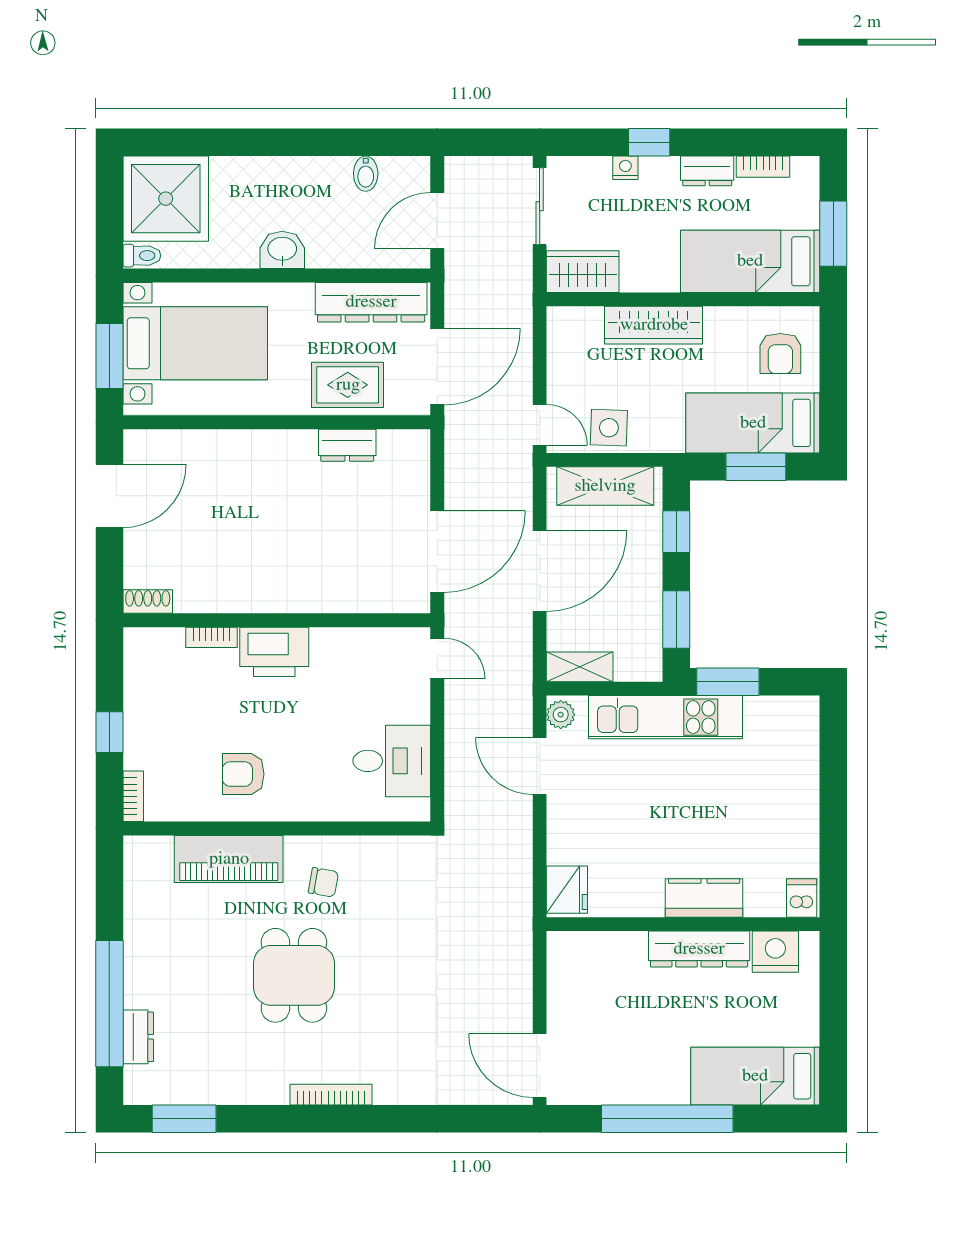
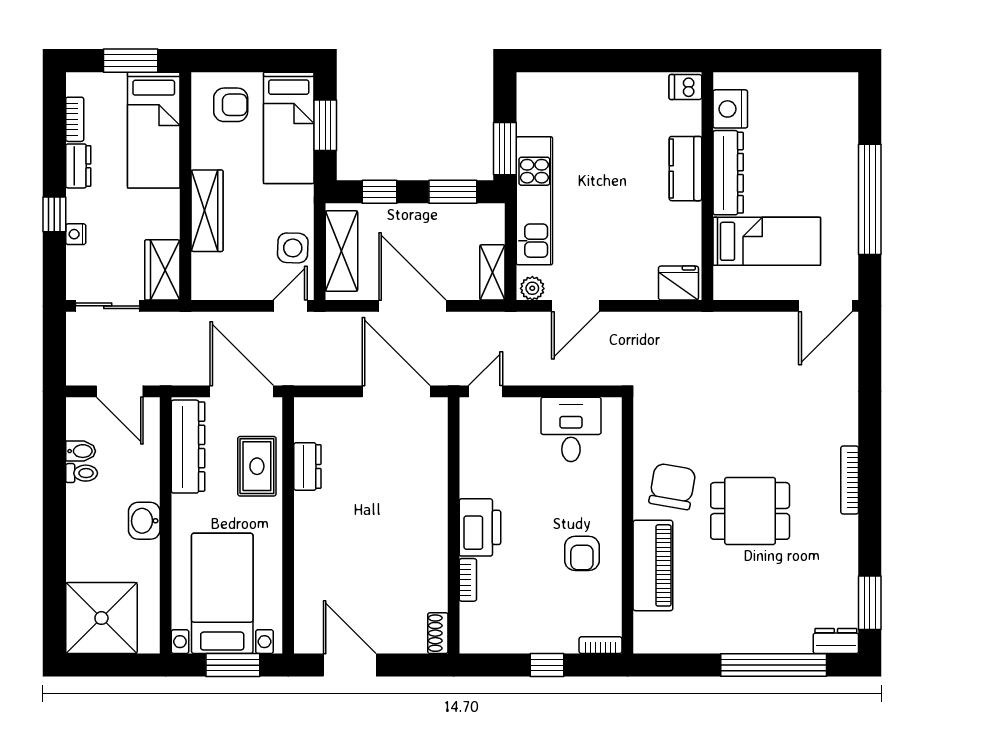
toilet: (142, 256) -> (82, 473), moved, turned 90
chair: (323, 882) -> (672, 486), width x1.87, depth x1.87
dresser: (138, 1037) -> (836, 641), moved
bed: (755, 1076) -> (767, 241), moved, turned -90

